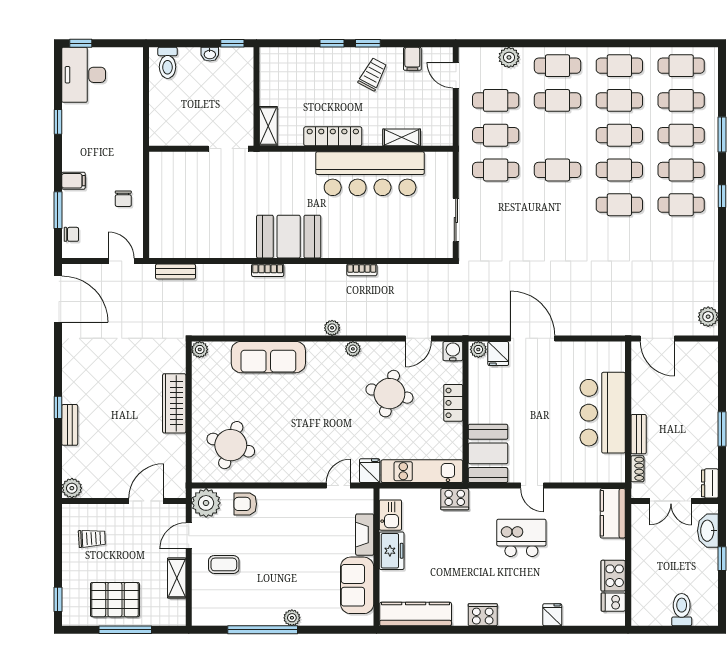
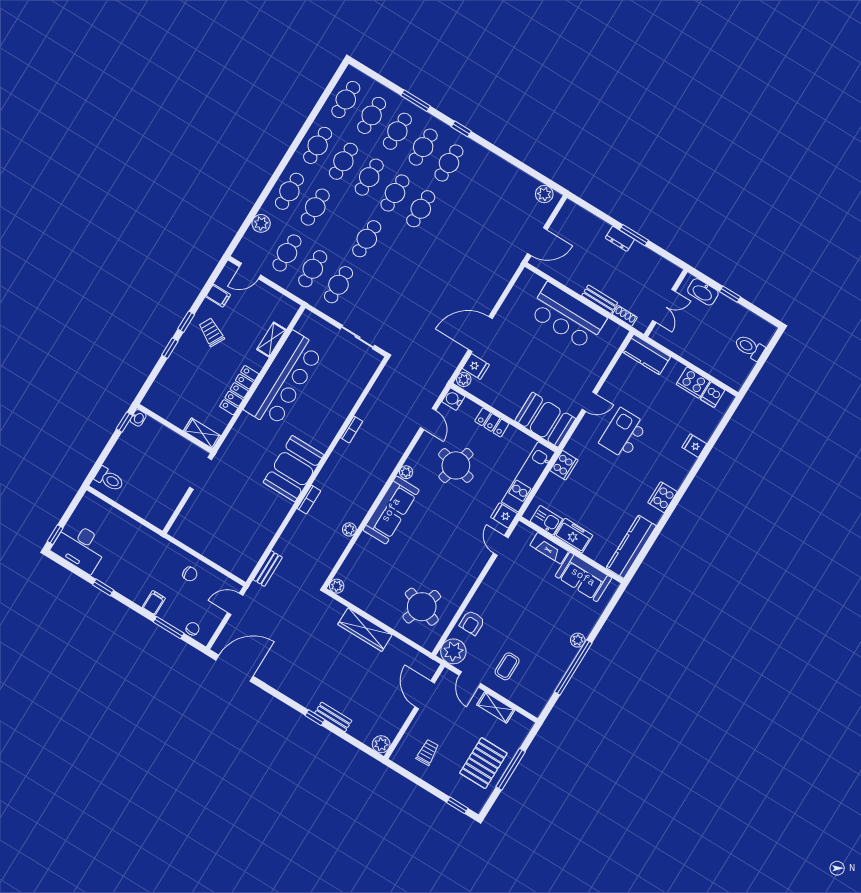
washbasin: (210, 54) -> (138, 418), moved
plant: (332, 328) -> (349, 529), moved
sofa: (268, 357) -> (391, 510), moved
dresser: (710, 483) -> (620, 239), moved

